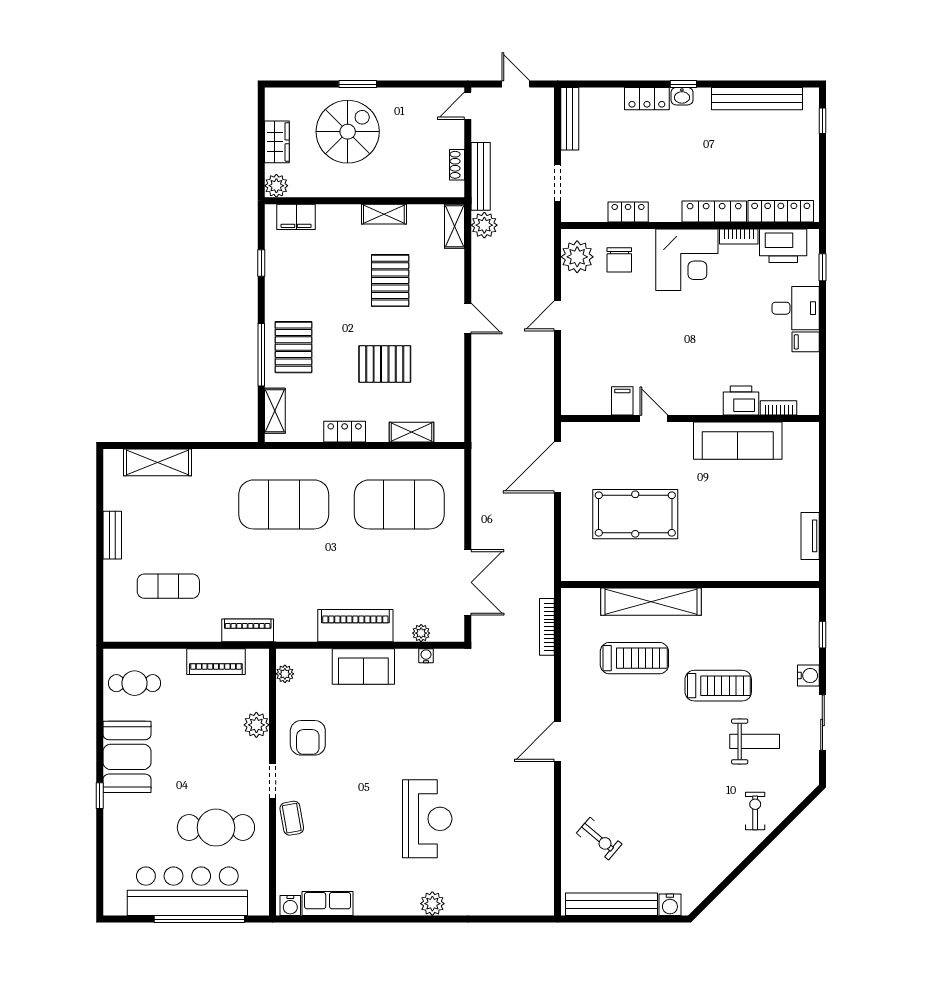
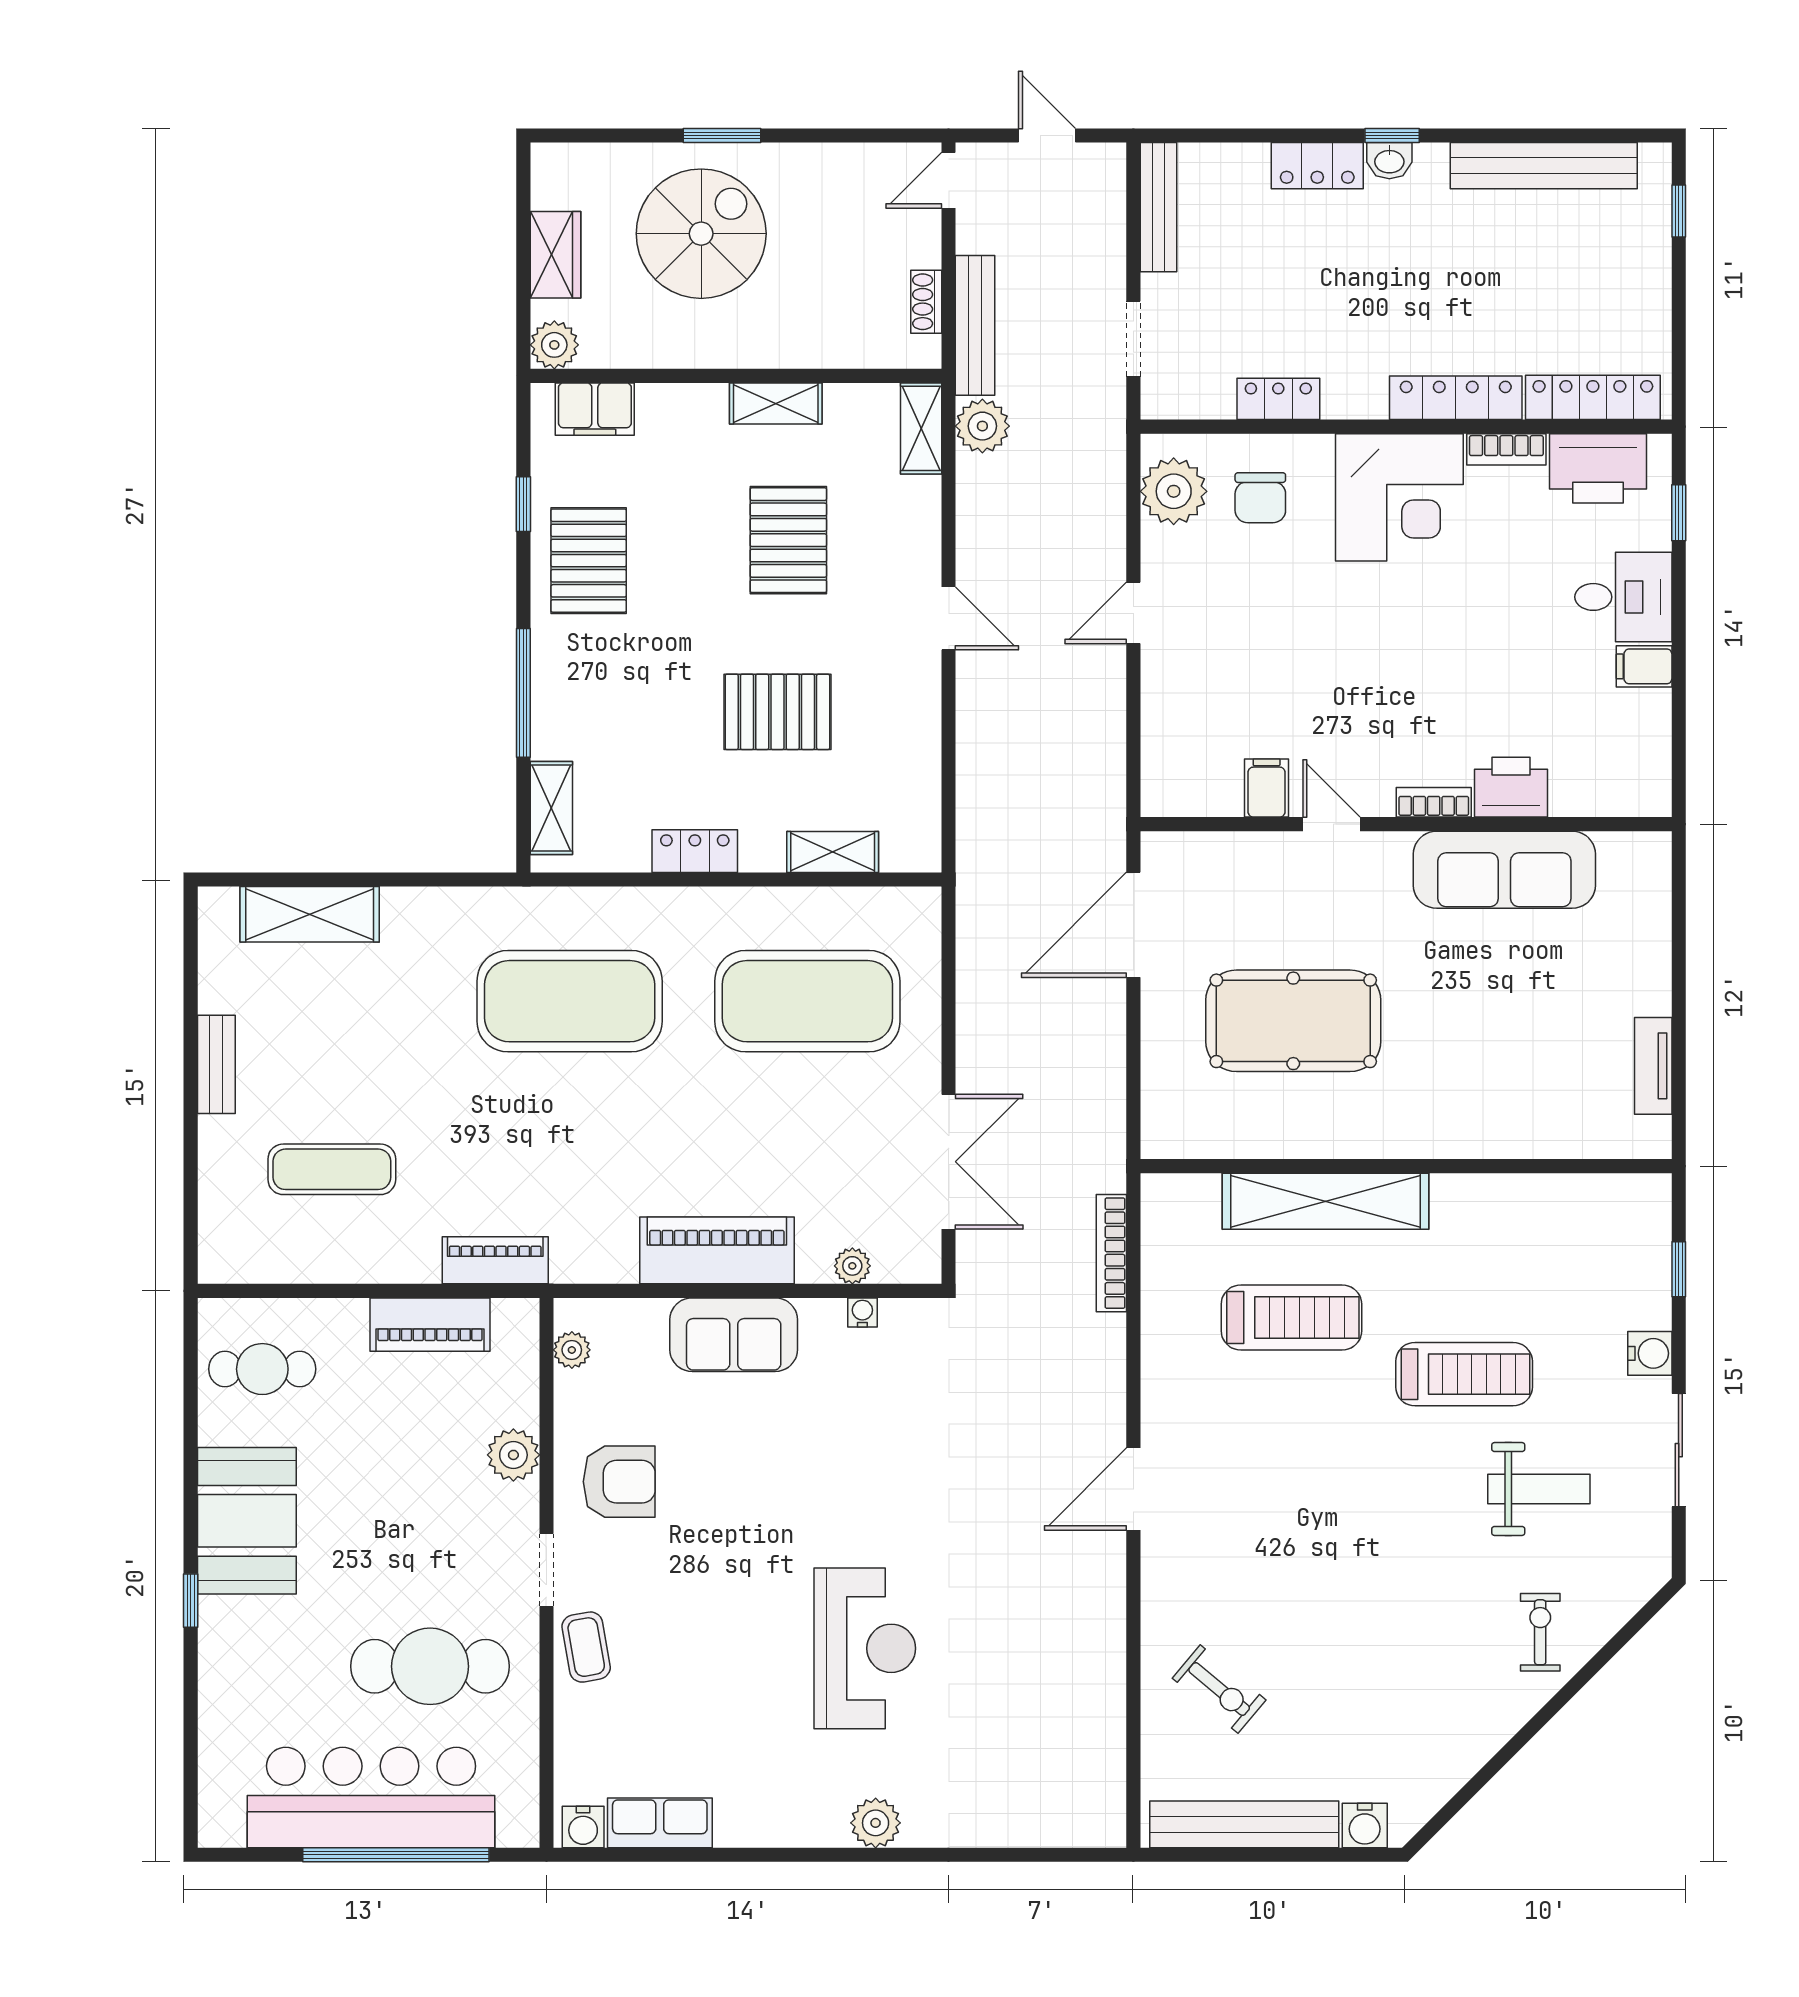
pallet: (293, 347) -> (589, 561), moved
bookcase: (779, 408) -> (1434, 802), moved
armchair: (308, 738) -> (619, 1482), turned -90

